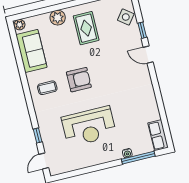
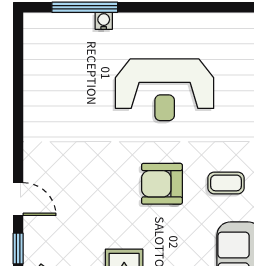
reception desk: (89, 126) -> (165, 90), turned 180
row of seats: (158, 135) -> (37, 41), removed

